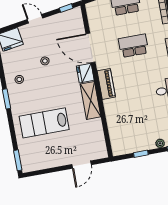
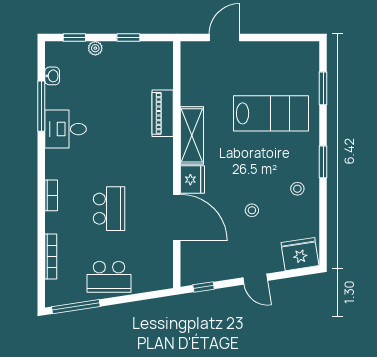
school desk: (133, 46) -> (109, 209), turned -90
piano: (106, 84) -> (163, 113), moved
window: (18, 160) -> (323, 88), moved

